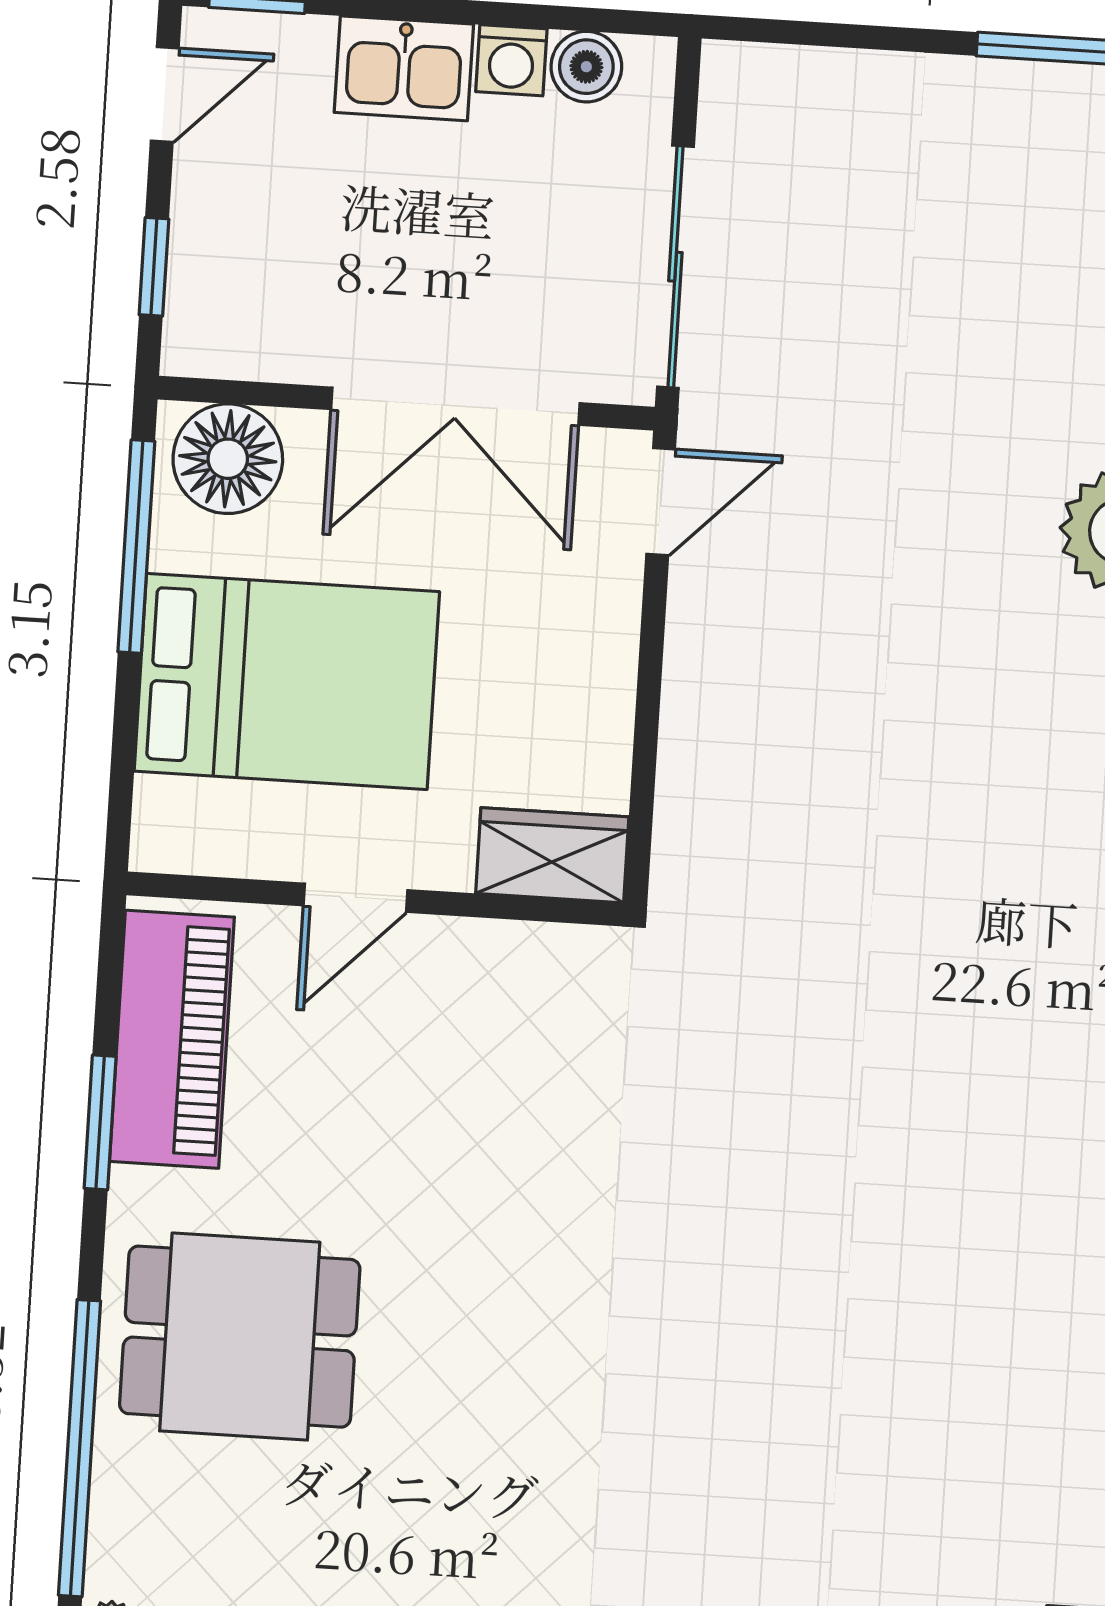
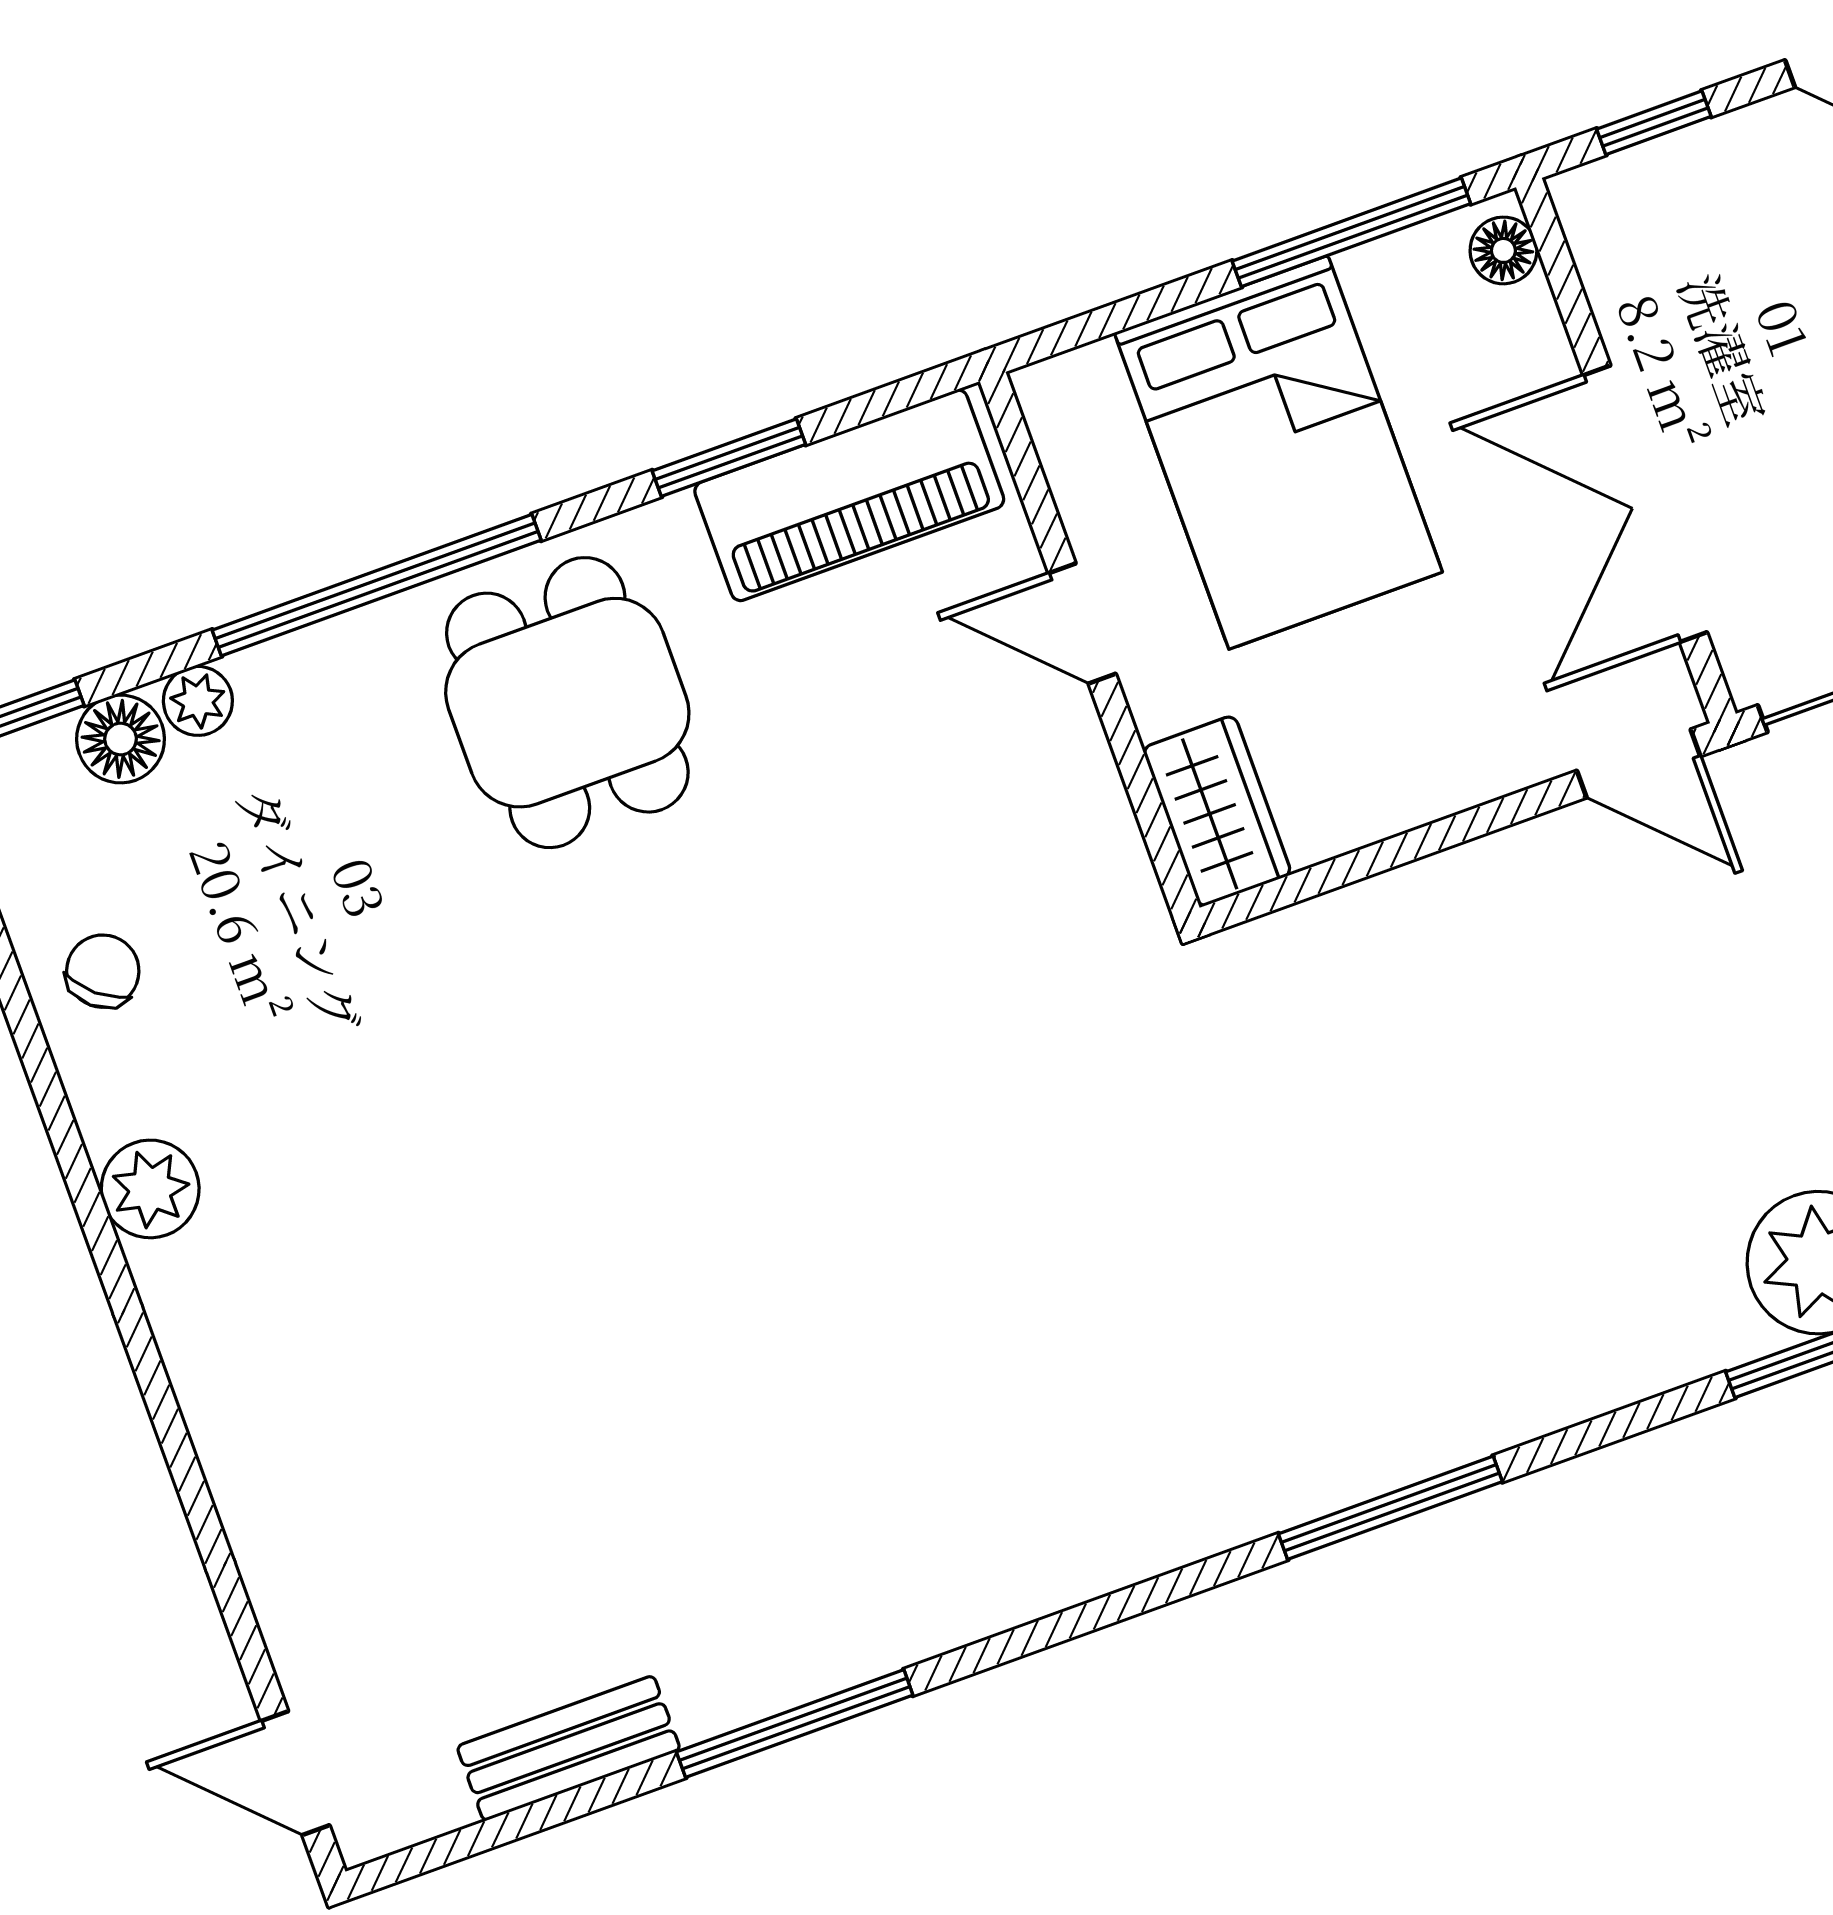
floor lamp: (228, 459) -> (1503, 250), width x0.53, depth x0.53

